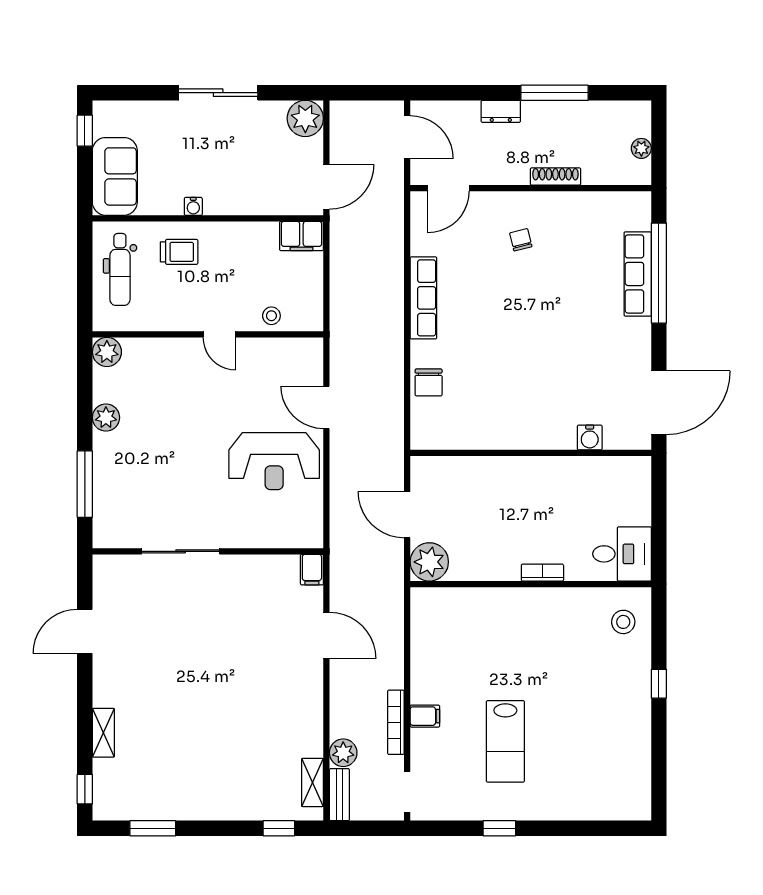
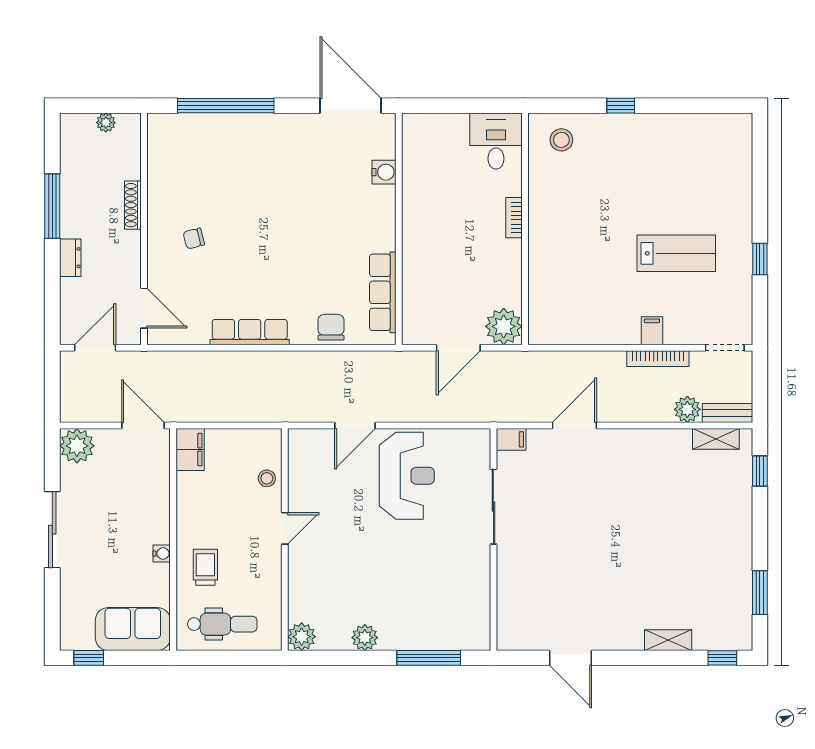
row of seats: (638, 274) -> (383, 292), moved, turned 90
chair: (429, 382) -> (331, 327), turned -90
sliding door: (181, 551) -> (493, 507), moved

